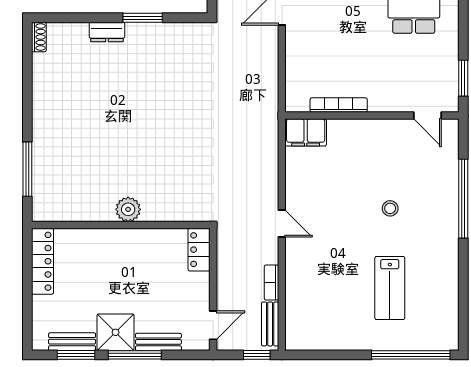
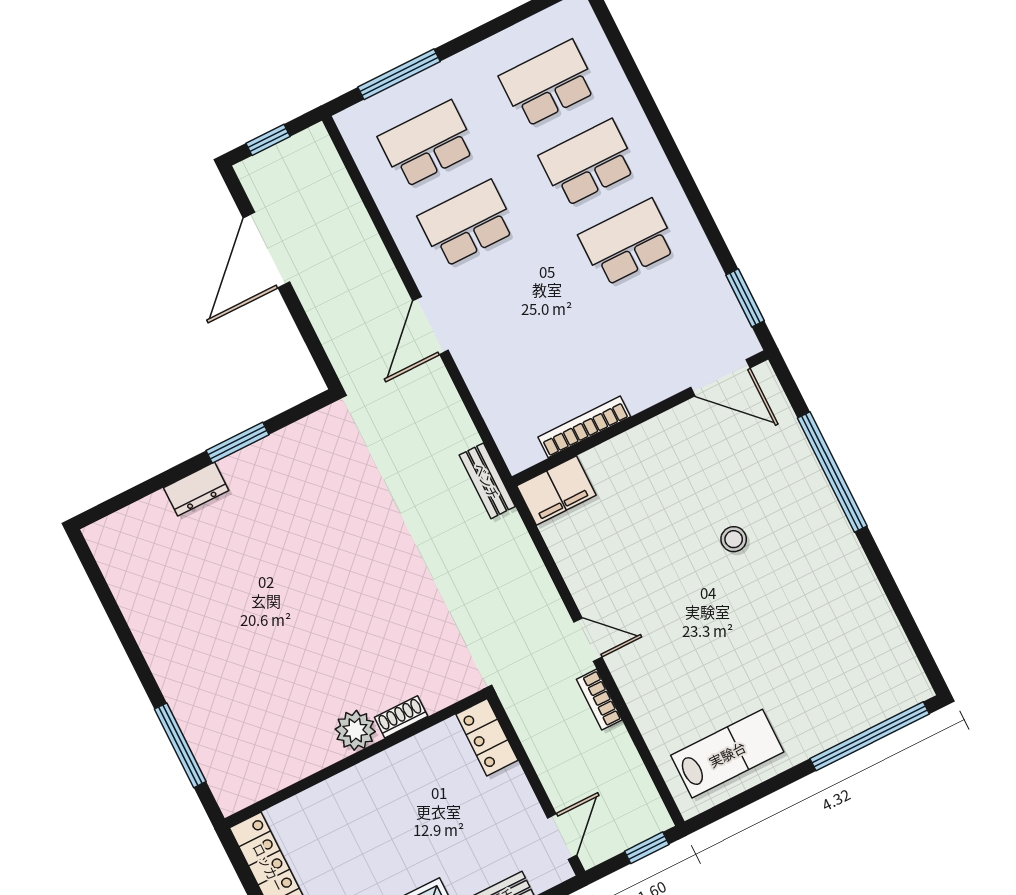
shoe rack: (39, 37) -> (401, 717), moved, turned -90
door: (427, 115) -> (720, 378), width x1.38
bookcase: (271, 283) -> (599, 700), moved
lab bench: (390, 288) -> (727, 754), moved, turned -90
bench: (270, 324) -> (487, 481), moved

